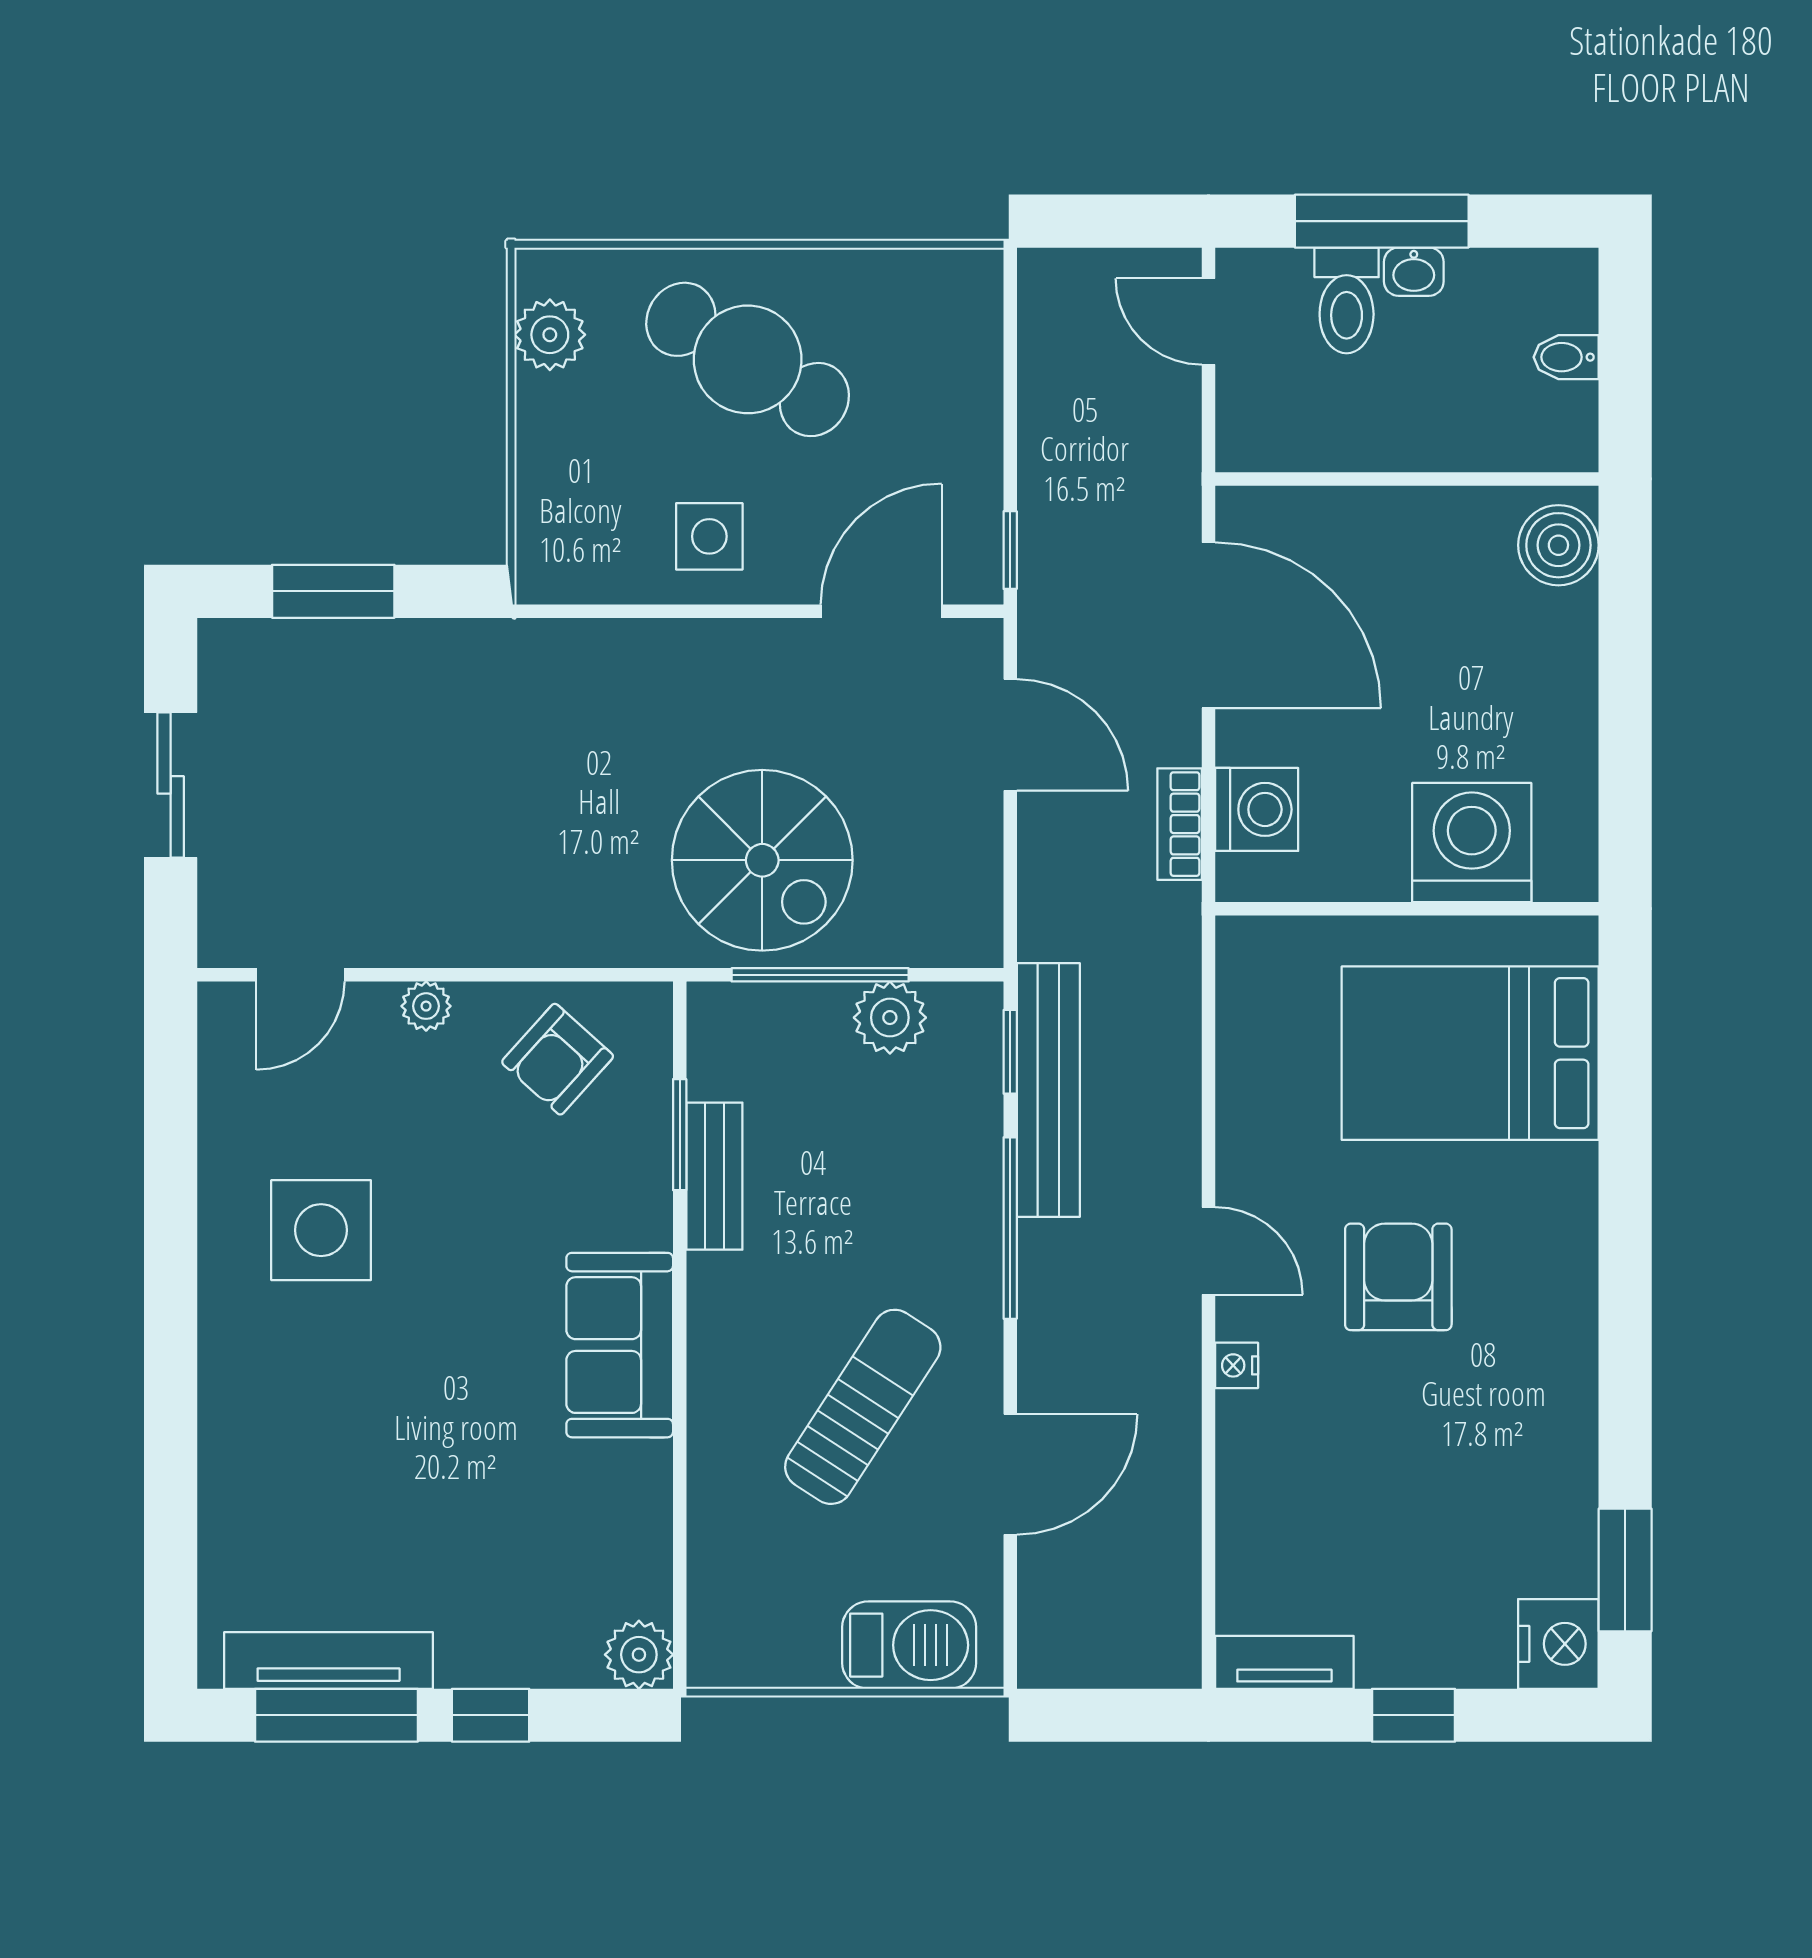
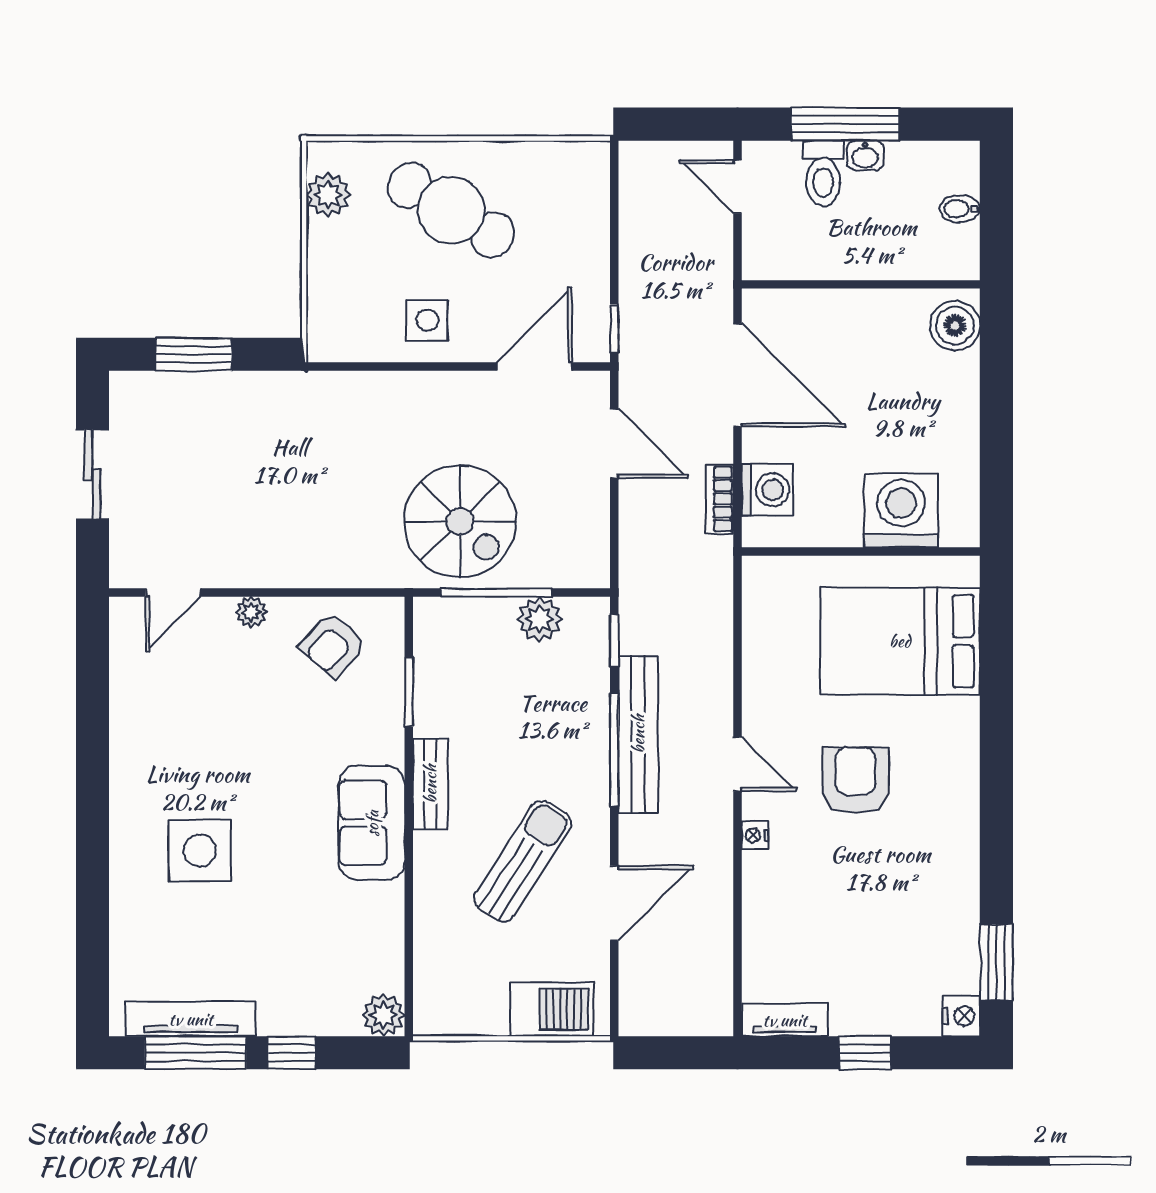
bench: (1048, 1090) -> (638, 734), moved
bench: (714, 1176) -> (430, 784), moved
side table: (321, 1230) -> (200, 851), moved
nightstand: (1558, 1644) -> (961, 1016), width x0.74, depth x0.75

